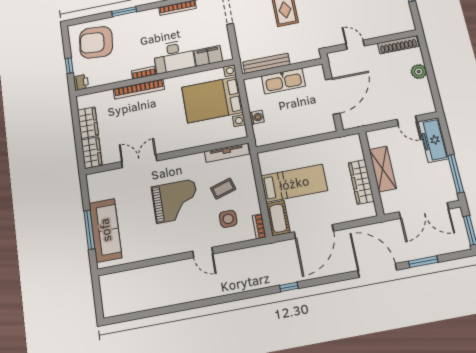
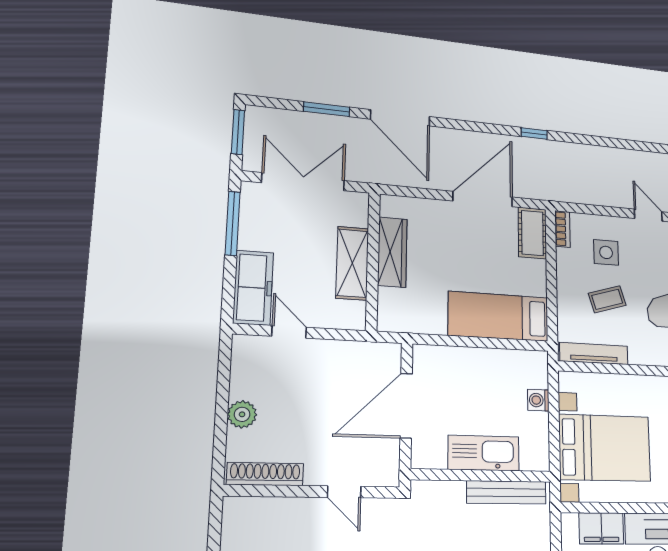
bed: (294, 183) -> (499, 316), moved

